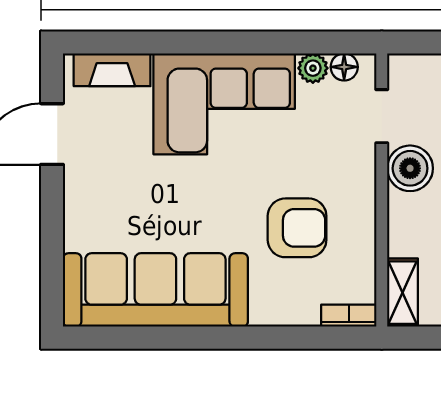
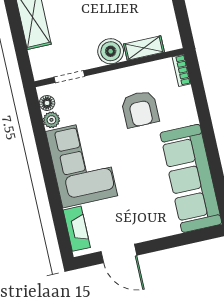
boiler: (410, 168) -> (111, 51), moved
armchair: (297, 228) -> (140, 109), turned 180
shelving: (403, 293) -> (144, 48), moved

